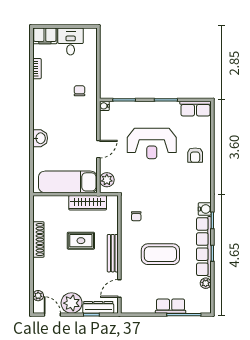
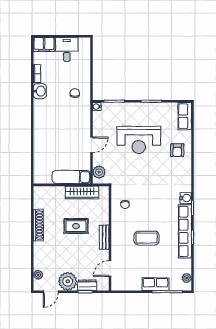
row of seats: (195, 109) -> (185, 116), moved, turned 90
washbasin: (40, 138) -> (40, 91), moved
exam couch: (68, 182) -> (71, 177), width x0.73, depth x0.69
bench: (113, 253) -> (104, 237), width x0.73
coffee table: (160, 254) -> (147, 238), width x0.73, depth x0.76
plant: (206, 283) -> (187, 278), moved
dresser: (98, 307) -> (87, 285), width x0.70
door: (52, 315) -> (51, 292), swing flipped

